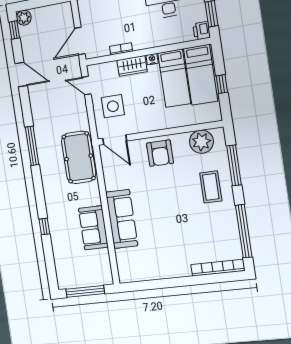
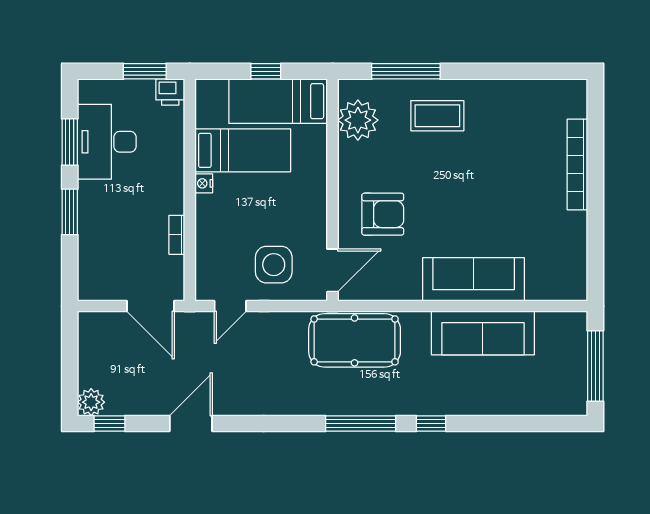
wardrobe: (132, 66) -> (209, 220), removed
bed: (201, 75) -> (278, 101), moved, turned 180
window: (32, 146) -> (361, 423), moved
armchair: (160, 153) -> (383, 214), moved
window: (44, 226) -> (431, 423), moved
sofa: (93, 228) -> (483, 333), width x1.36
window: (244, 231) -> (520, 71), removed
bookcase: (218, 268) -> (577, 165), moved

